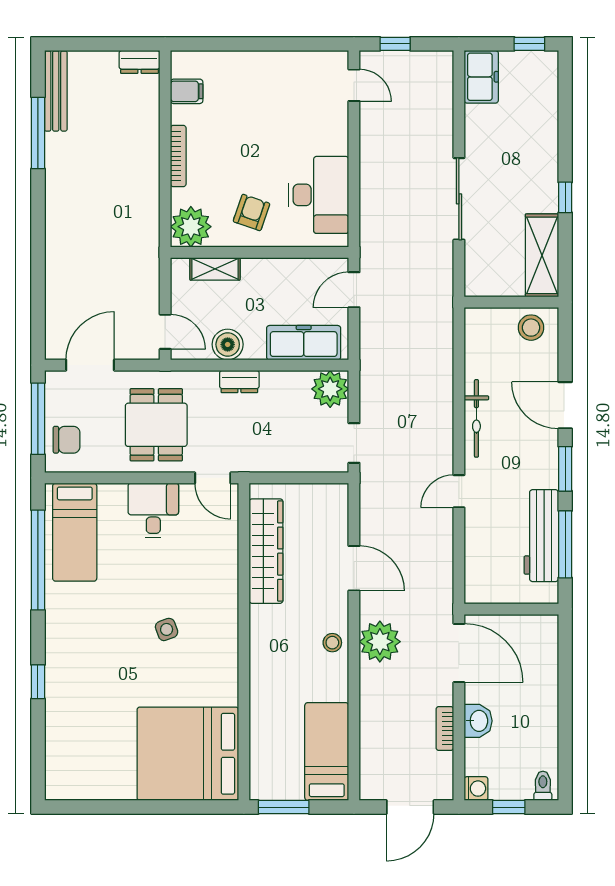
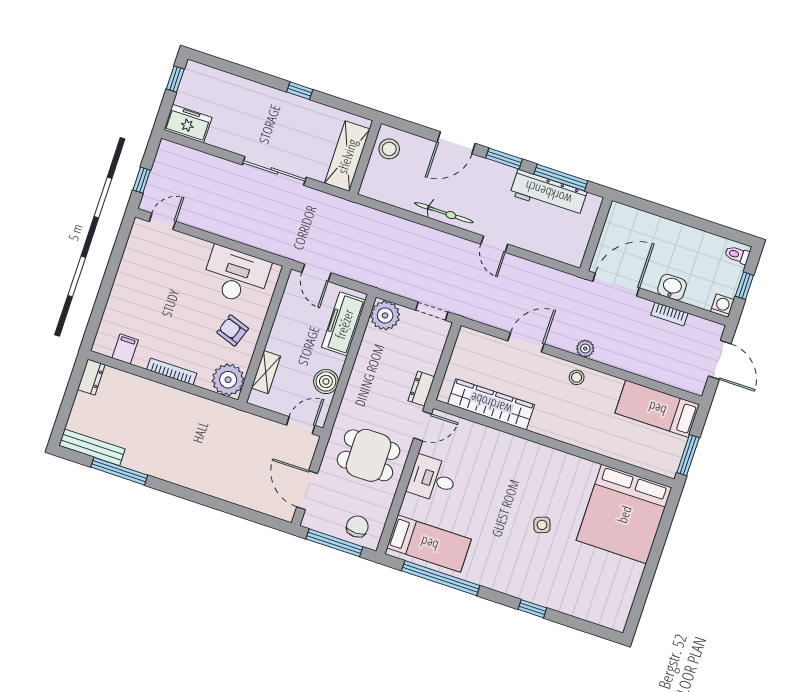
shelving: (542, 255) -> (347, 156), moved, turned 90
dresser: (239, 382) -> (421, 389), moved, turned 180
side table: (167, 629) -> (542, 525), moved
plant: (380, 642) -> (585, 349), width x0.53, depth x0.53

